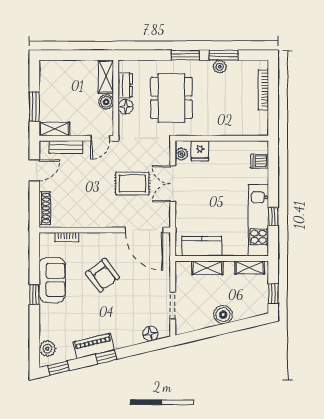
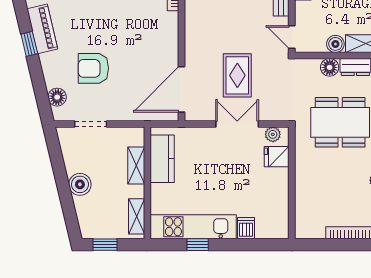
dishwasher: (260, 161) -> (246, 228), moved
armchair: (103, 275) -> (93, 68), moved, turned 37

